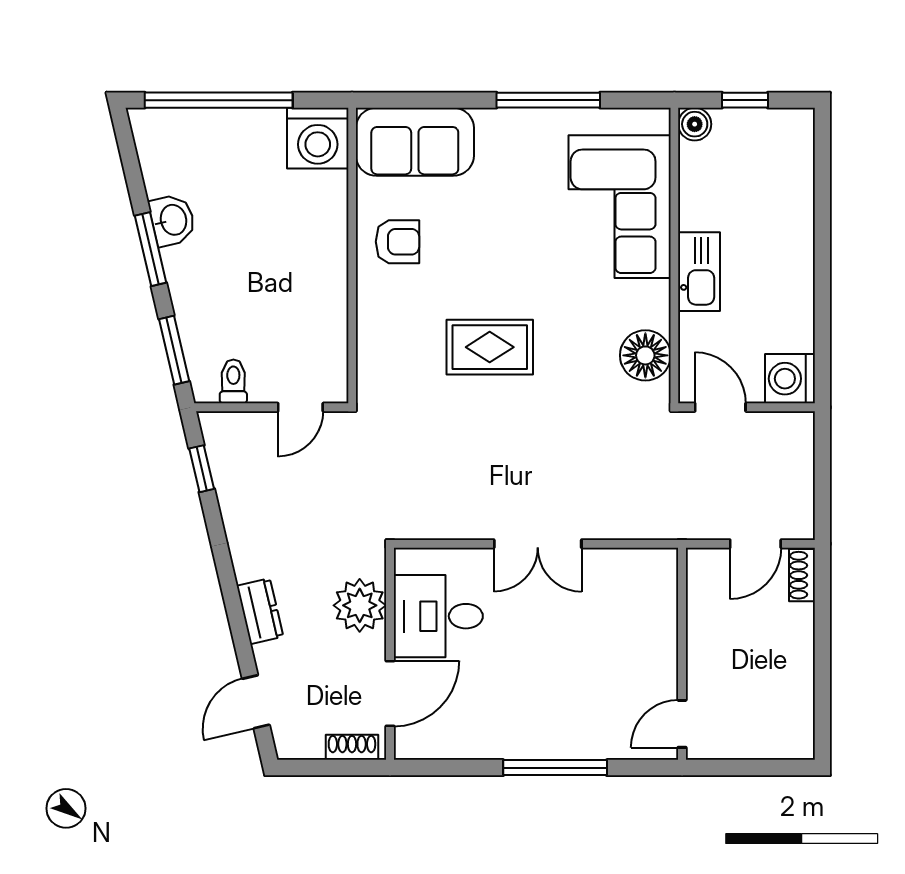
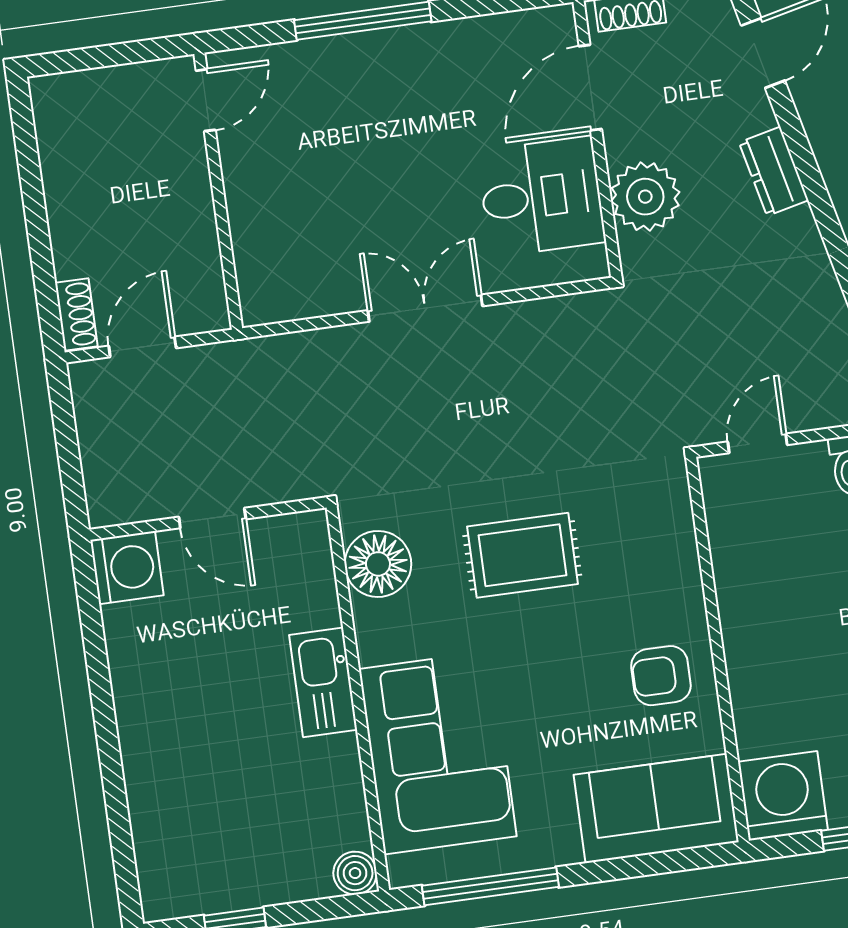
boiler: (695, 124) -> (355, 873), moved
corner sofa: (620, 207) -> (438, 753), moved
wall: (674, 256) -> (358, 699), moved
kitchen sink: (699, 272) -> (323, 682), moved
floor lamp: (645, 355) -> (378, 564), moved

